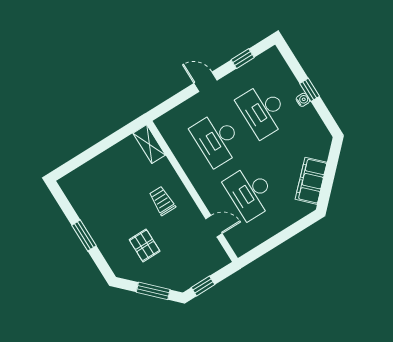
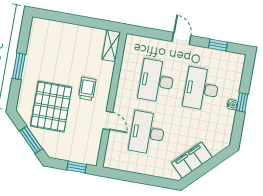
door: (214, 226) -> (108, 121), moved
pallet: (145, 245) -> (51, 107), width x2.05, depth x2.00
window: (203, 286) -> (77, 167), moved

